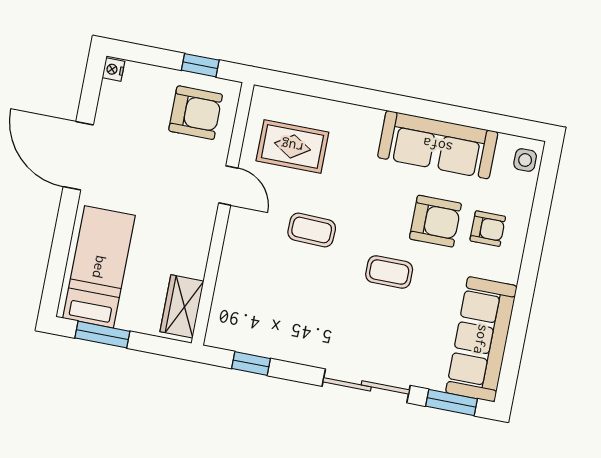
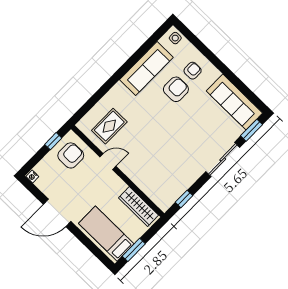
coffee table: (312, 230) -> (147, 140), removed
coffee table: (389, 272) -> (184, 121), removed
wardrobe: (182, 306) -> (139, 207), width x1.50

